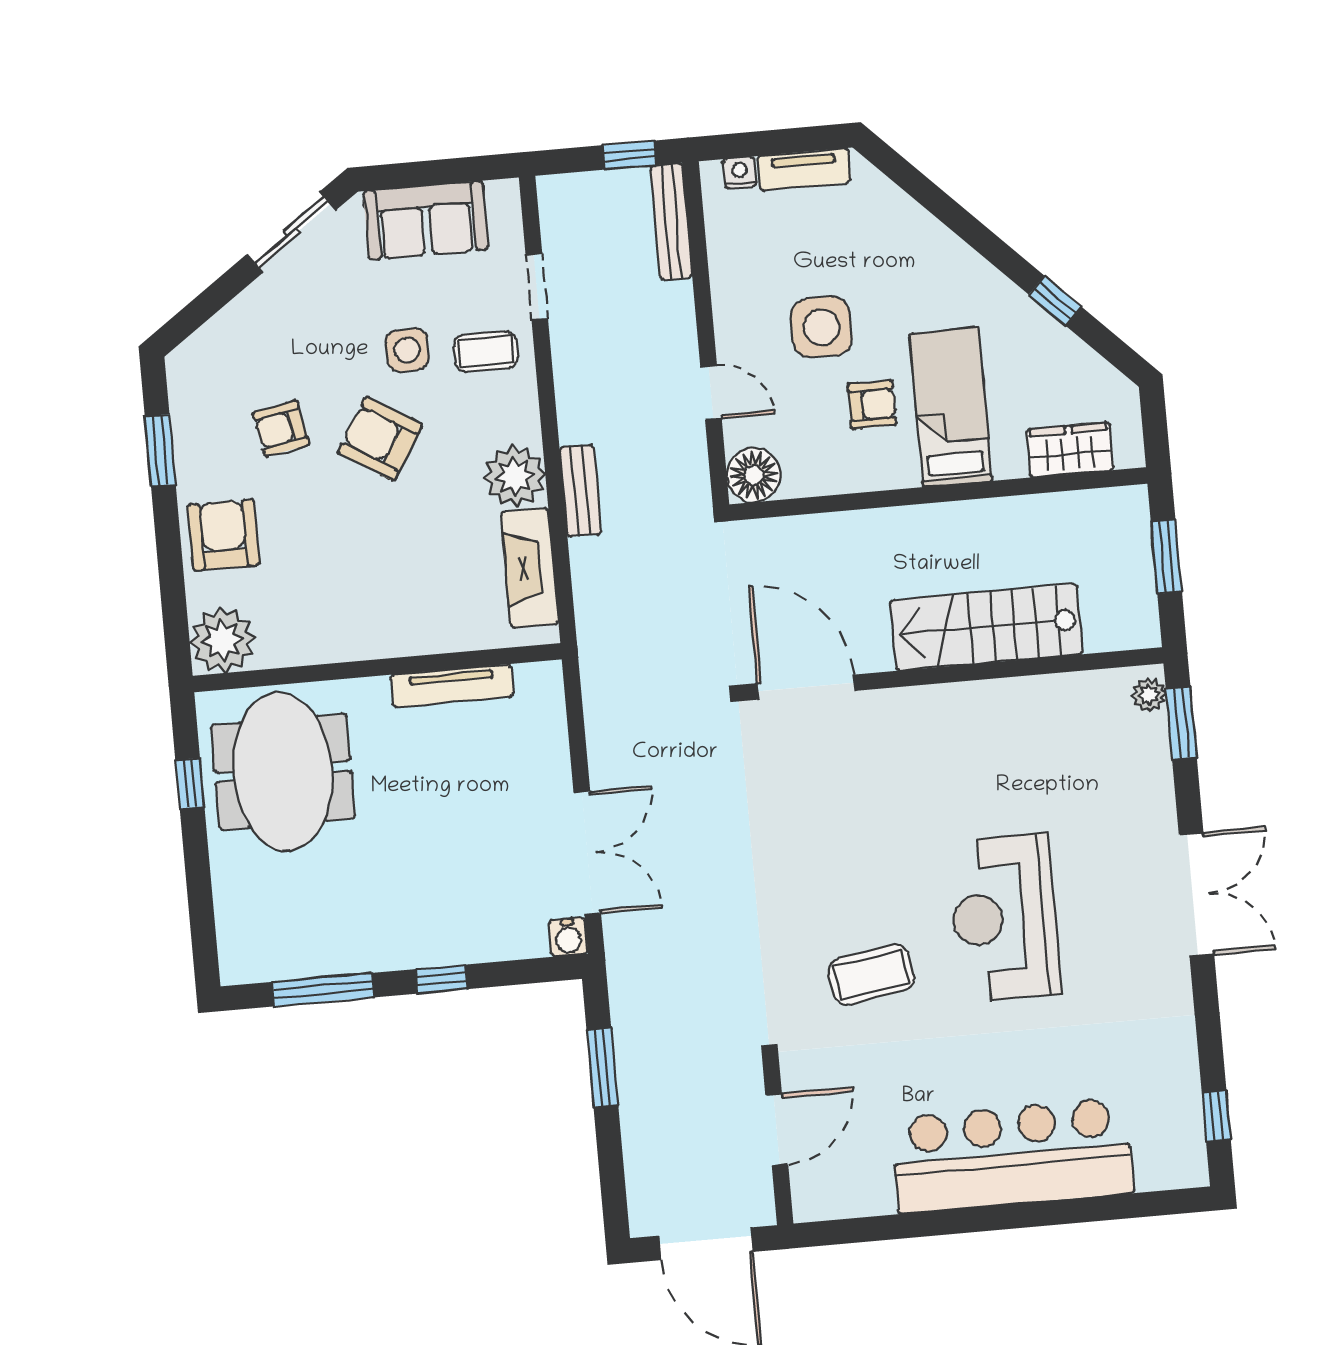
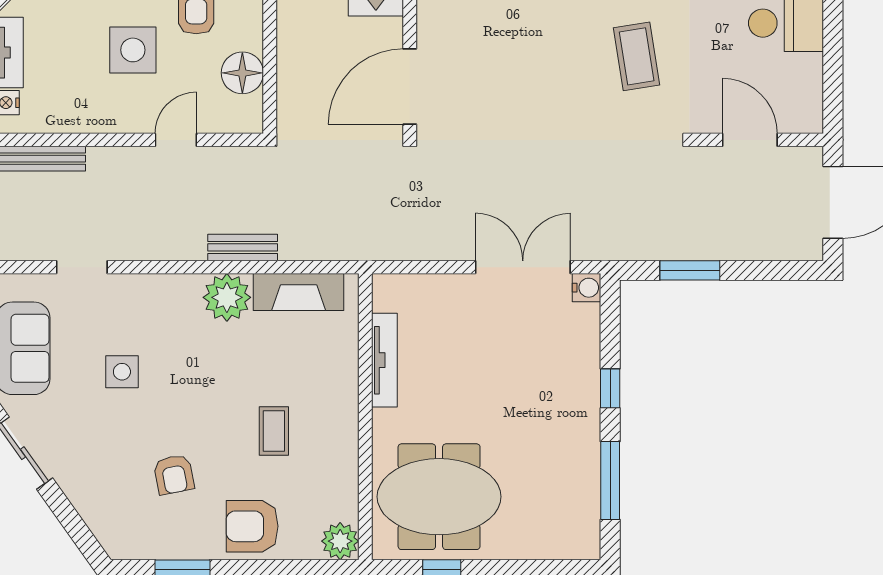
coffee table: (486, 351) -> (274, 431), moved
armchair: (380, 438) -> (188, 399), removed
floor lamp: (754, 475) -> (242, 73), moved
plant: (222, 640) -> (340, 541), width x0.73, depth x0.73

